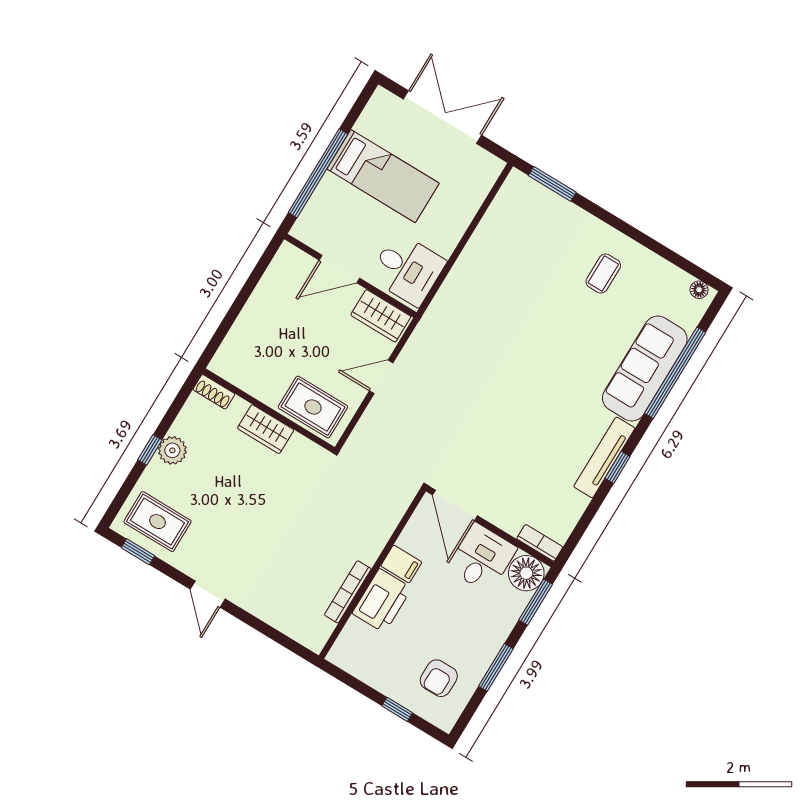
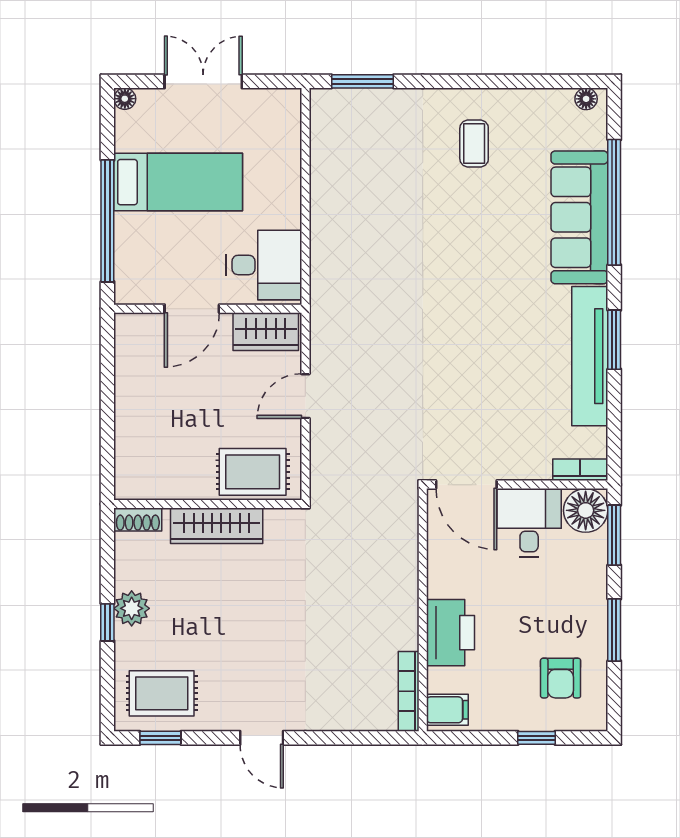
floor lamp: (381, 96) -> (125, 99), added
double door: (443, 117) -> (203, 81), width x0.73
wardrobe: (266, 429) -> (217, 526), width x1.50
tv unit: (604, 457) -> (590, 356), width x1.36, depth x1.29
window: (618, 467) -> (614, 340), width x1.50
filing cabinet: (401, 564) -> (447, 710), moved
bookcase: (348, 592) -> (409, 691), moved

